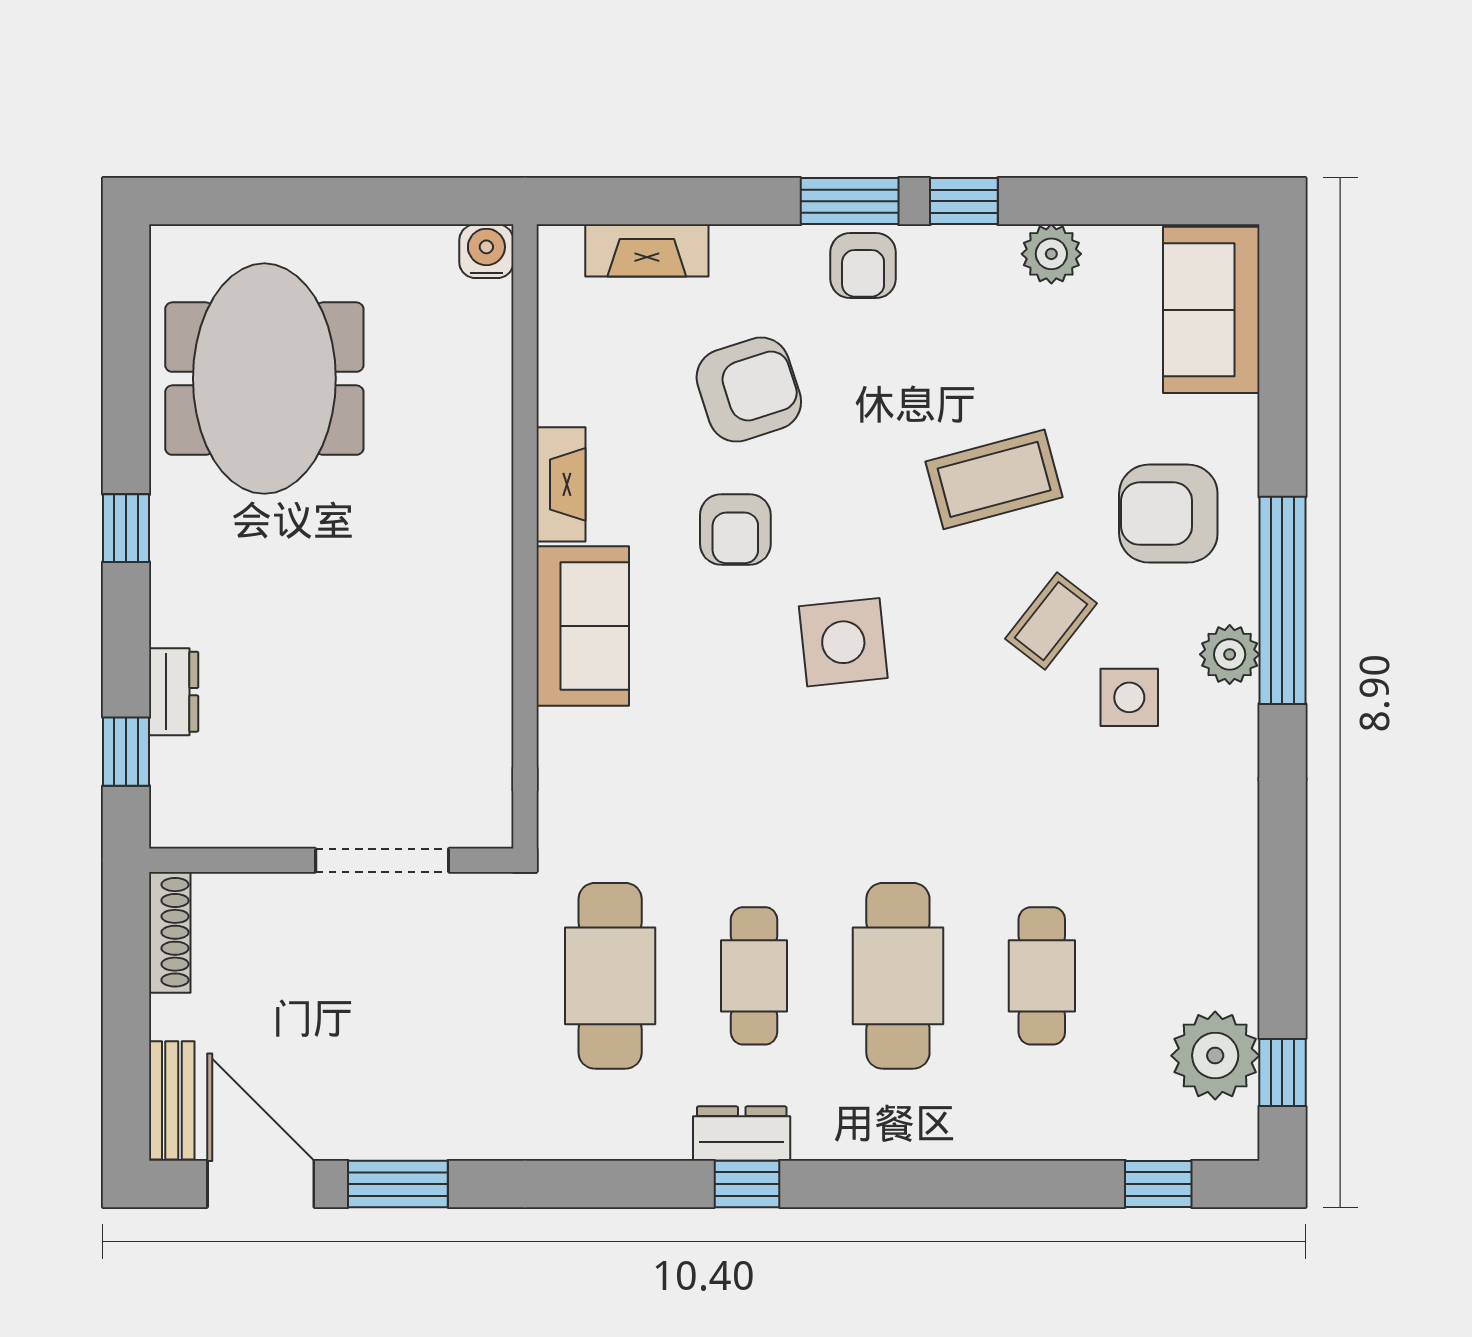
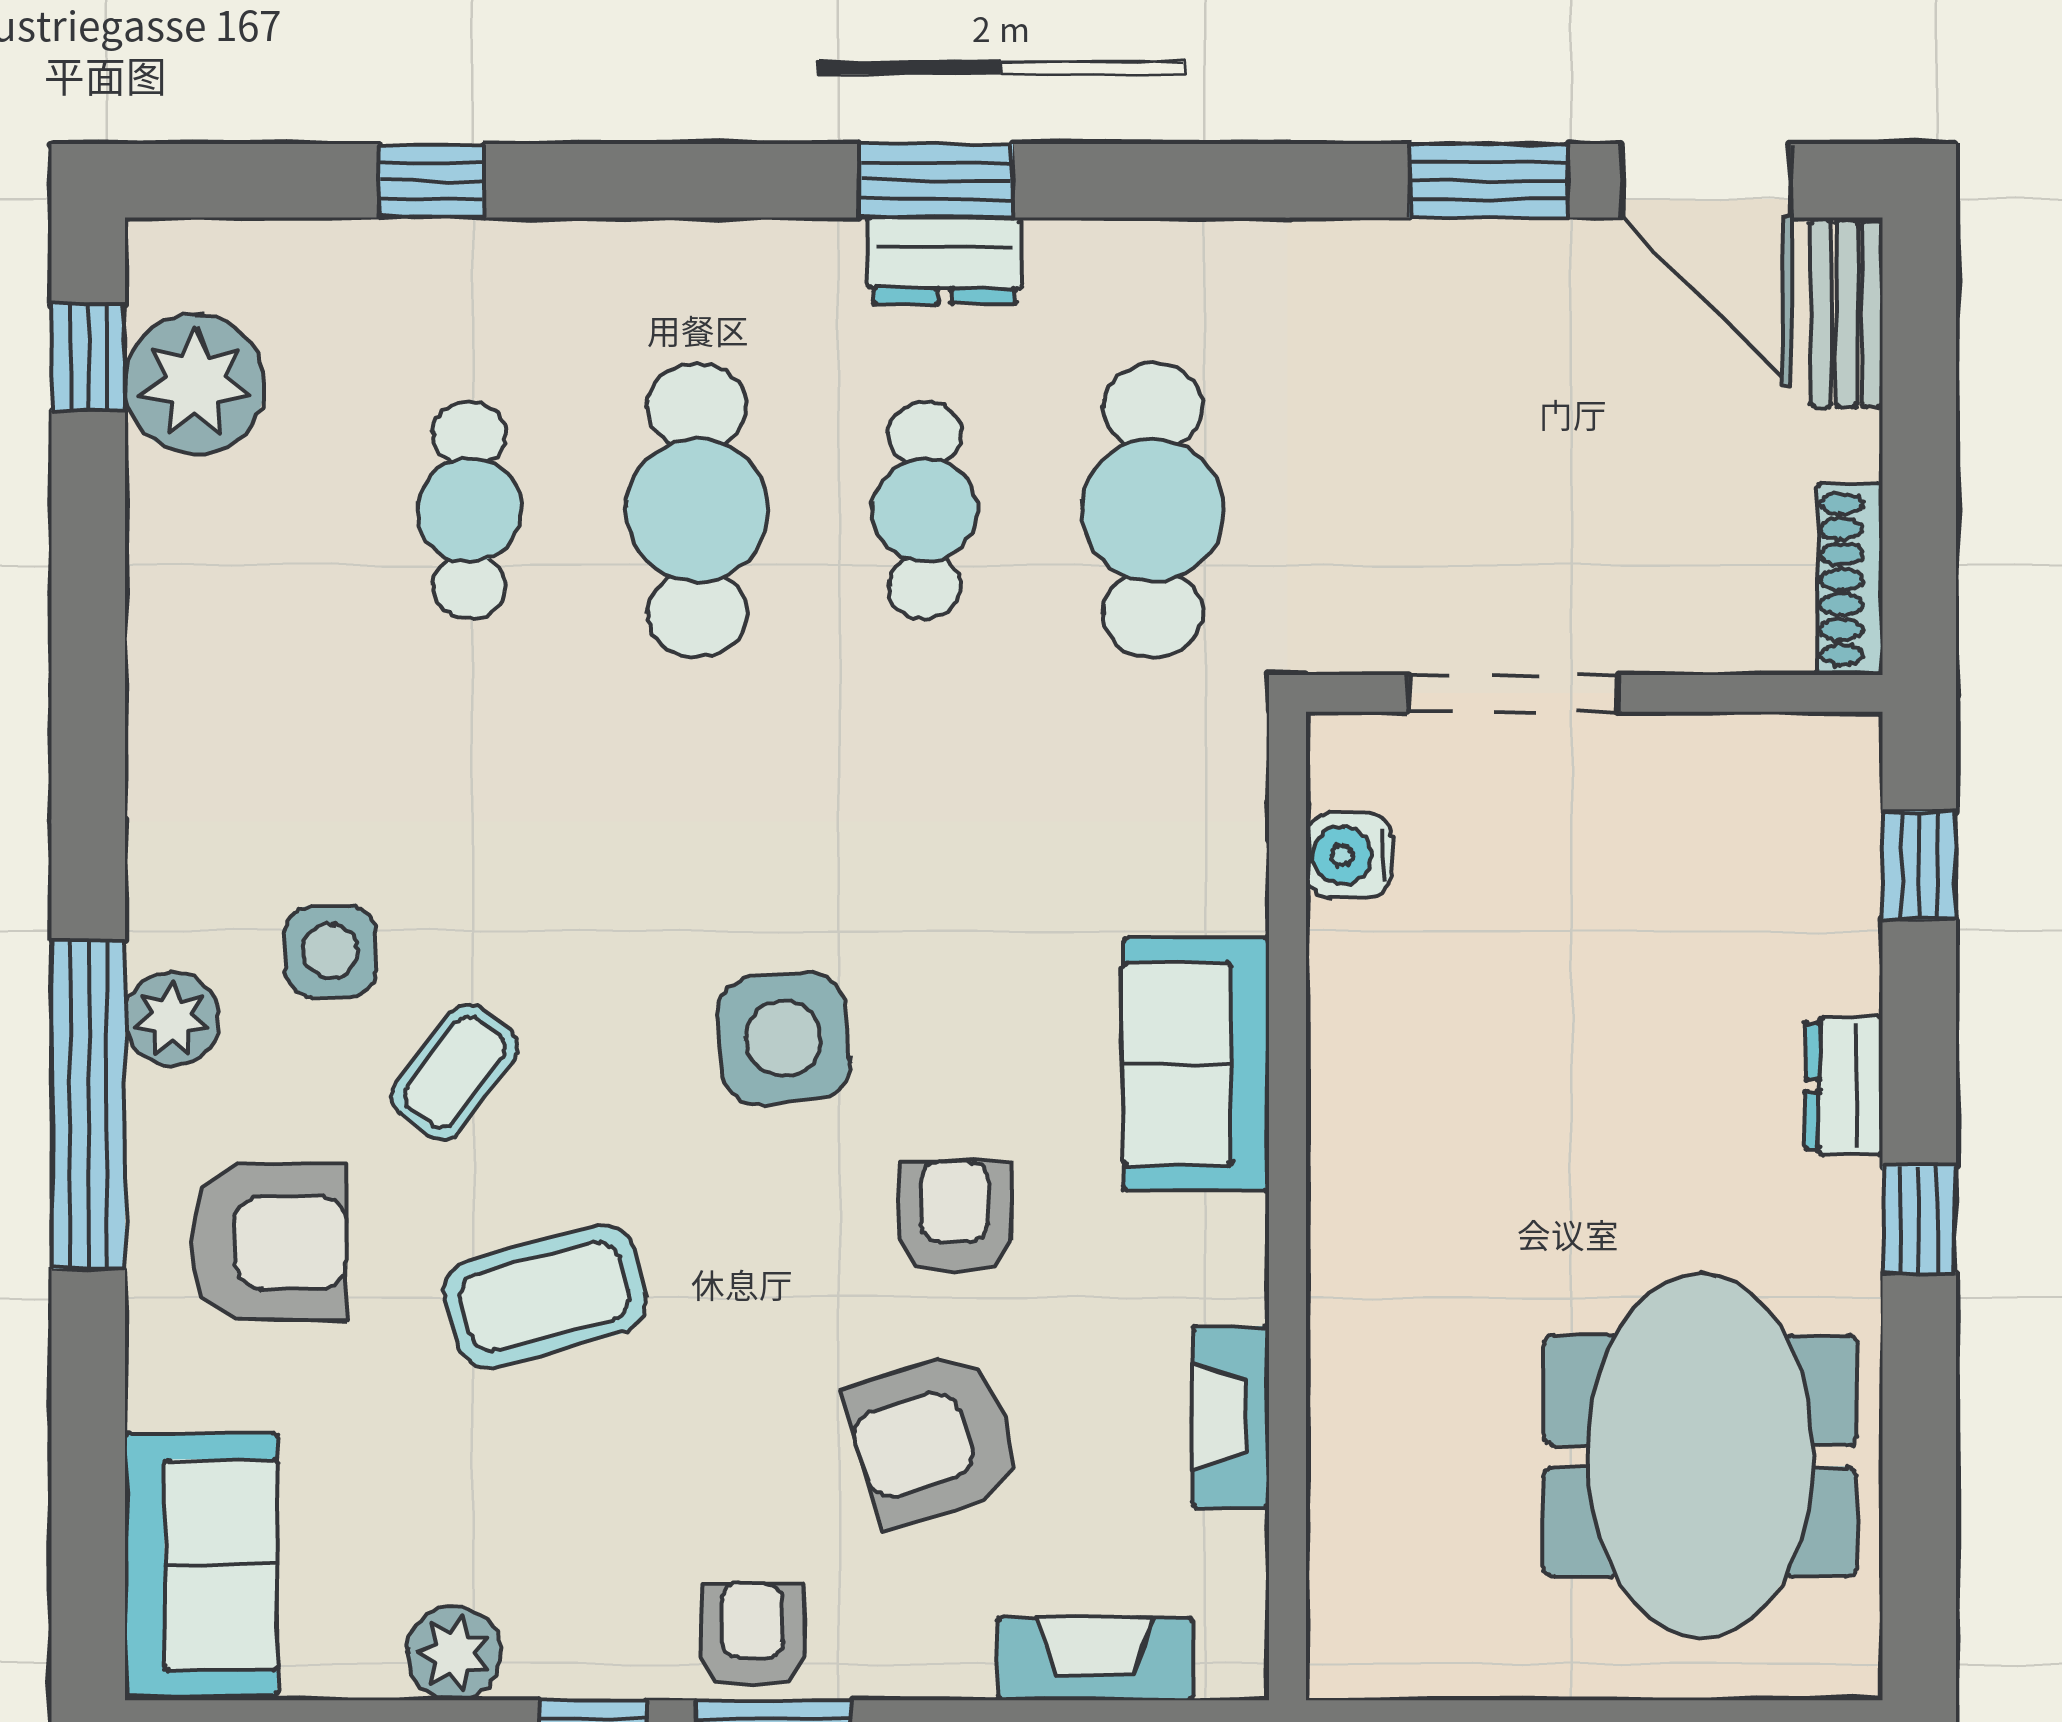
water cooler: (486, 251) -> (1349, 855), moved, turned 90
fireplace: (561, 484) -> (1231, 1417), moved
dresser: (174, 692) -> (1844, 1086), moved
window: (747, 1184) -> (936, 181), width x1.50
window: (1158, 1184) -> (432, 181), moved

